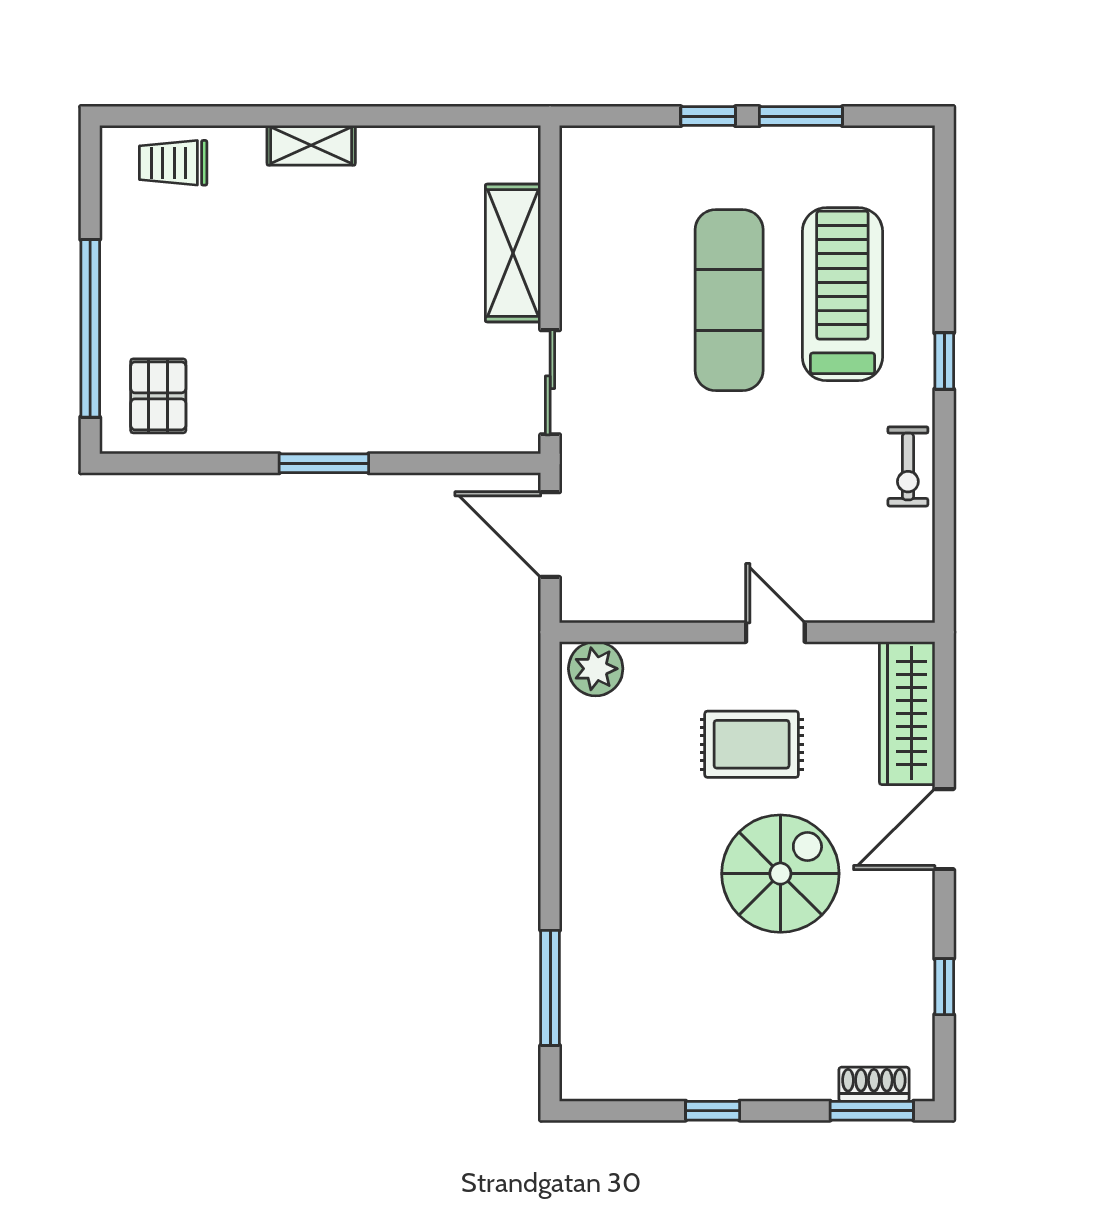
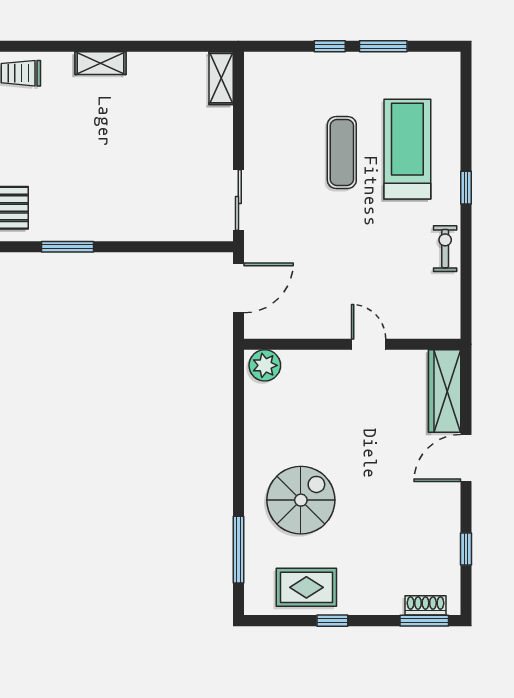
shelving: (513, 253) -> (221, 78), moved, width x0.67, depth x0.75
exercise mat: (729, 300) -> (342, 152), width x0.73, depth x0.69
window: (324, 463) -> (67, 247), moved
exercise bike: (908, 467) -> (445, 249), turned 180
door: (550, 535) -> (238, 288), swing flipped
rug: (752, 744) -> (306, 587), moved
spiral stairs: (780, 874) -> (301, 500), moved

